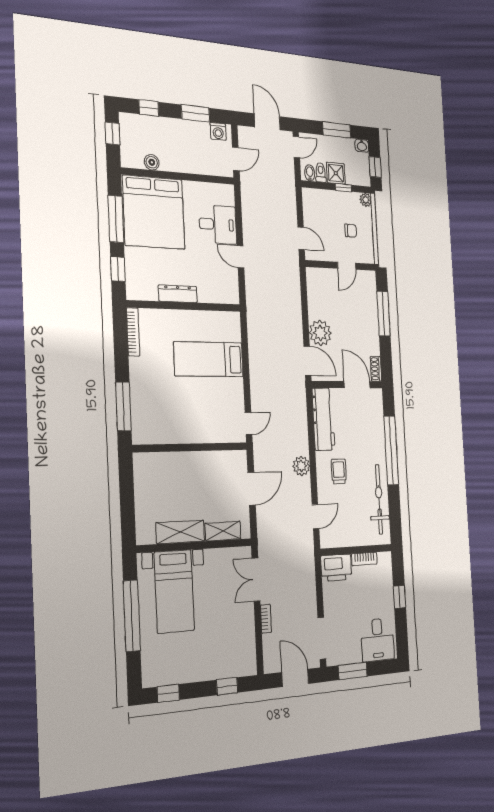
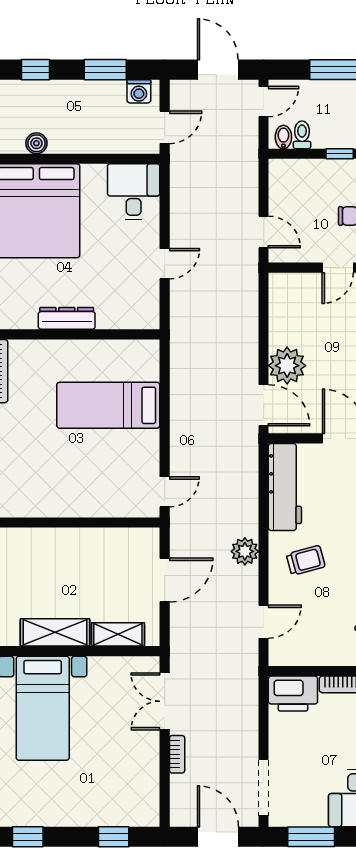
shower: (336, 173) -> (328, 134), removed
desk: (218, 224) -> (134, 192), moved, turned -90
door: (241, 257) -> (165, 264), swing flipped
trolley: (339, 471) -> (306, 560), turned 75

